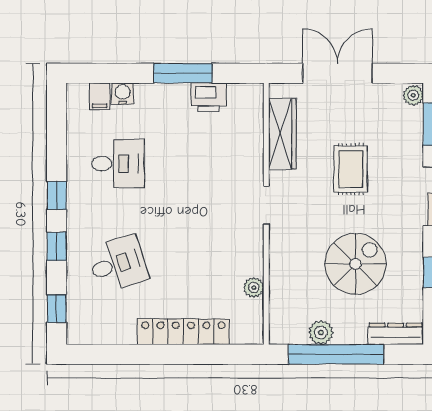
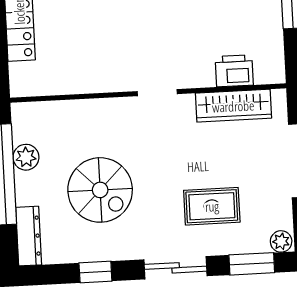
printer: (209, 97) -> (234, 71), moved, turned 90
rug: (351, 169) -> (212, 206), moved
plant: (254, 287) -> (70, 84), removed

